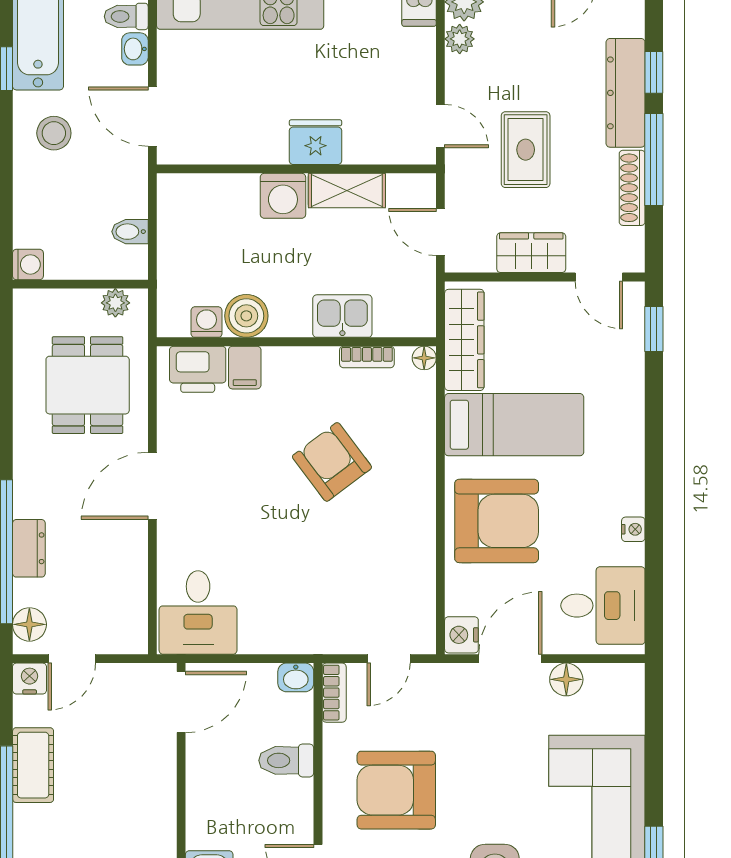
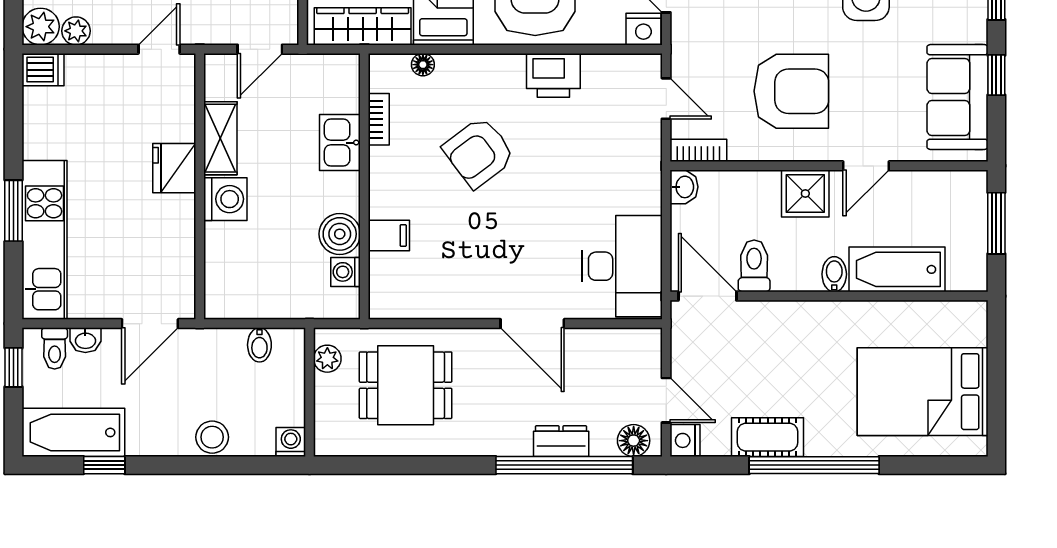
stool: (54, 133) -> (212, 437), moved
floor lamp: (424, 358) -> (423, 65), moved
printer: (198, 369) -> (553, 75), moved, turned 90
door: (152, 486) -> (532, 324), moved
desk: (198, 612) -> (622, 266), width x1.37
toilet: (286, 760) -> (754, 266), moved, turned 180
armchair: (396, 790) -> (791, 91), turned -90
shower: (289, 805) -> (805, 193), added
bidet: (204, 835) -> (834, 274), added

